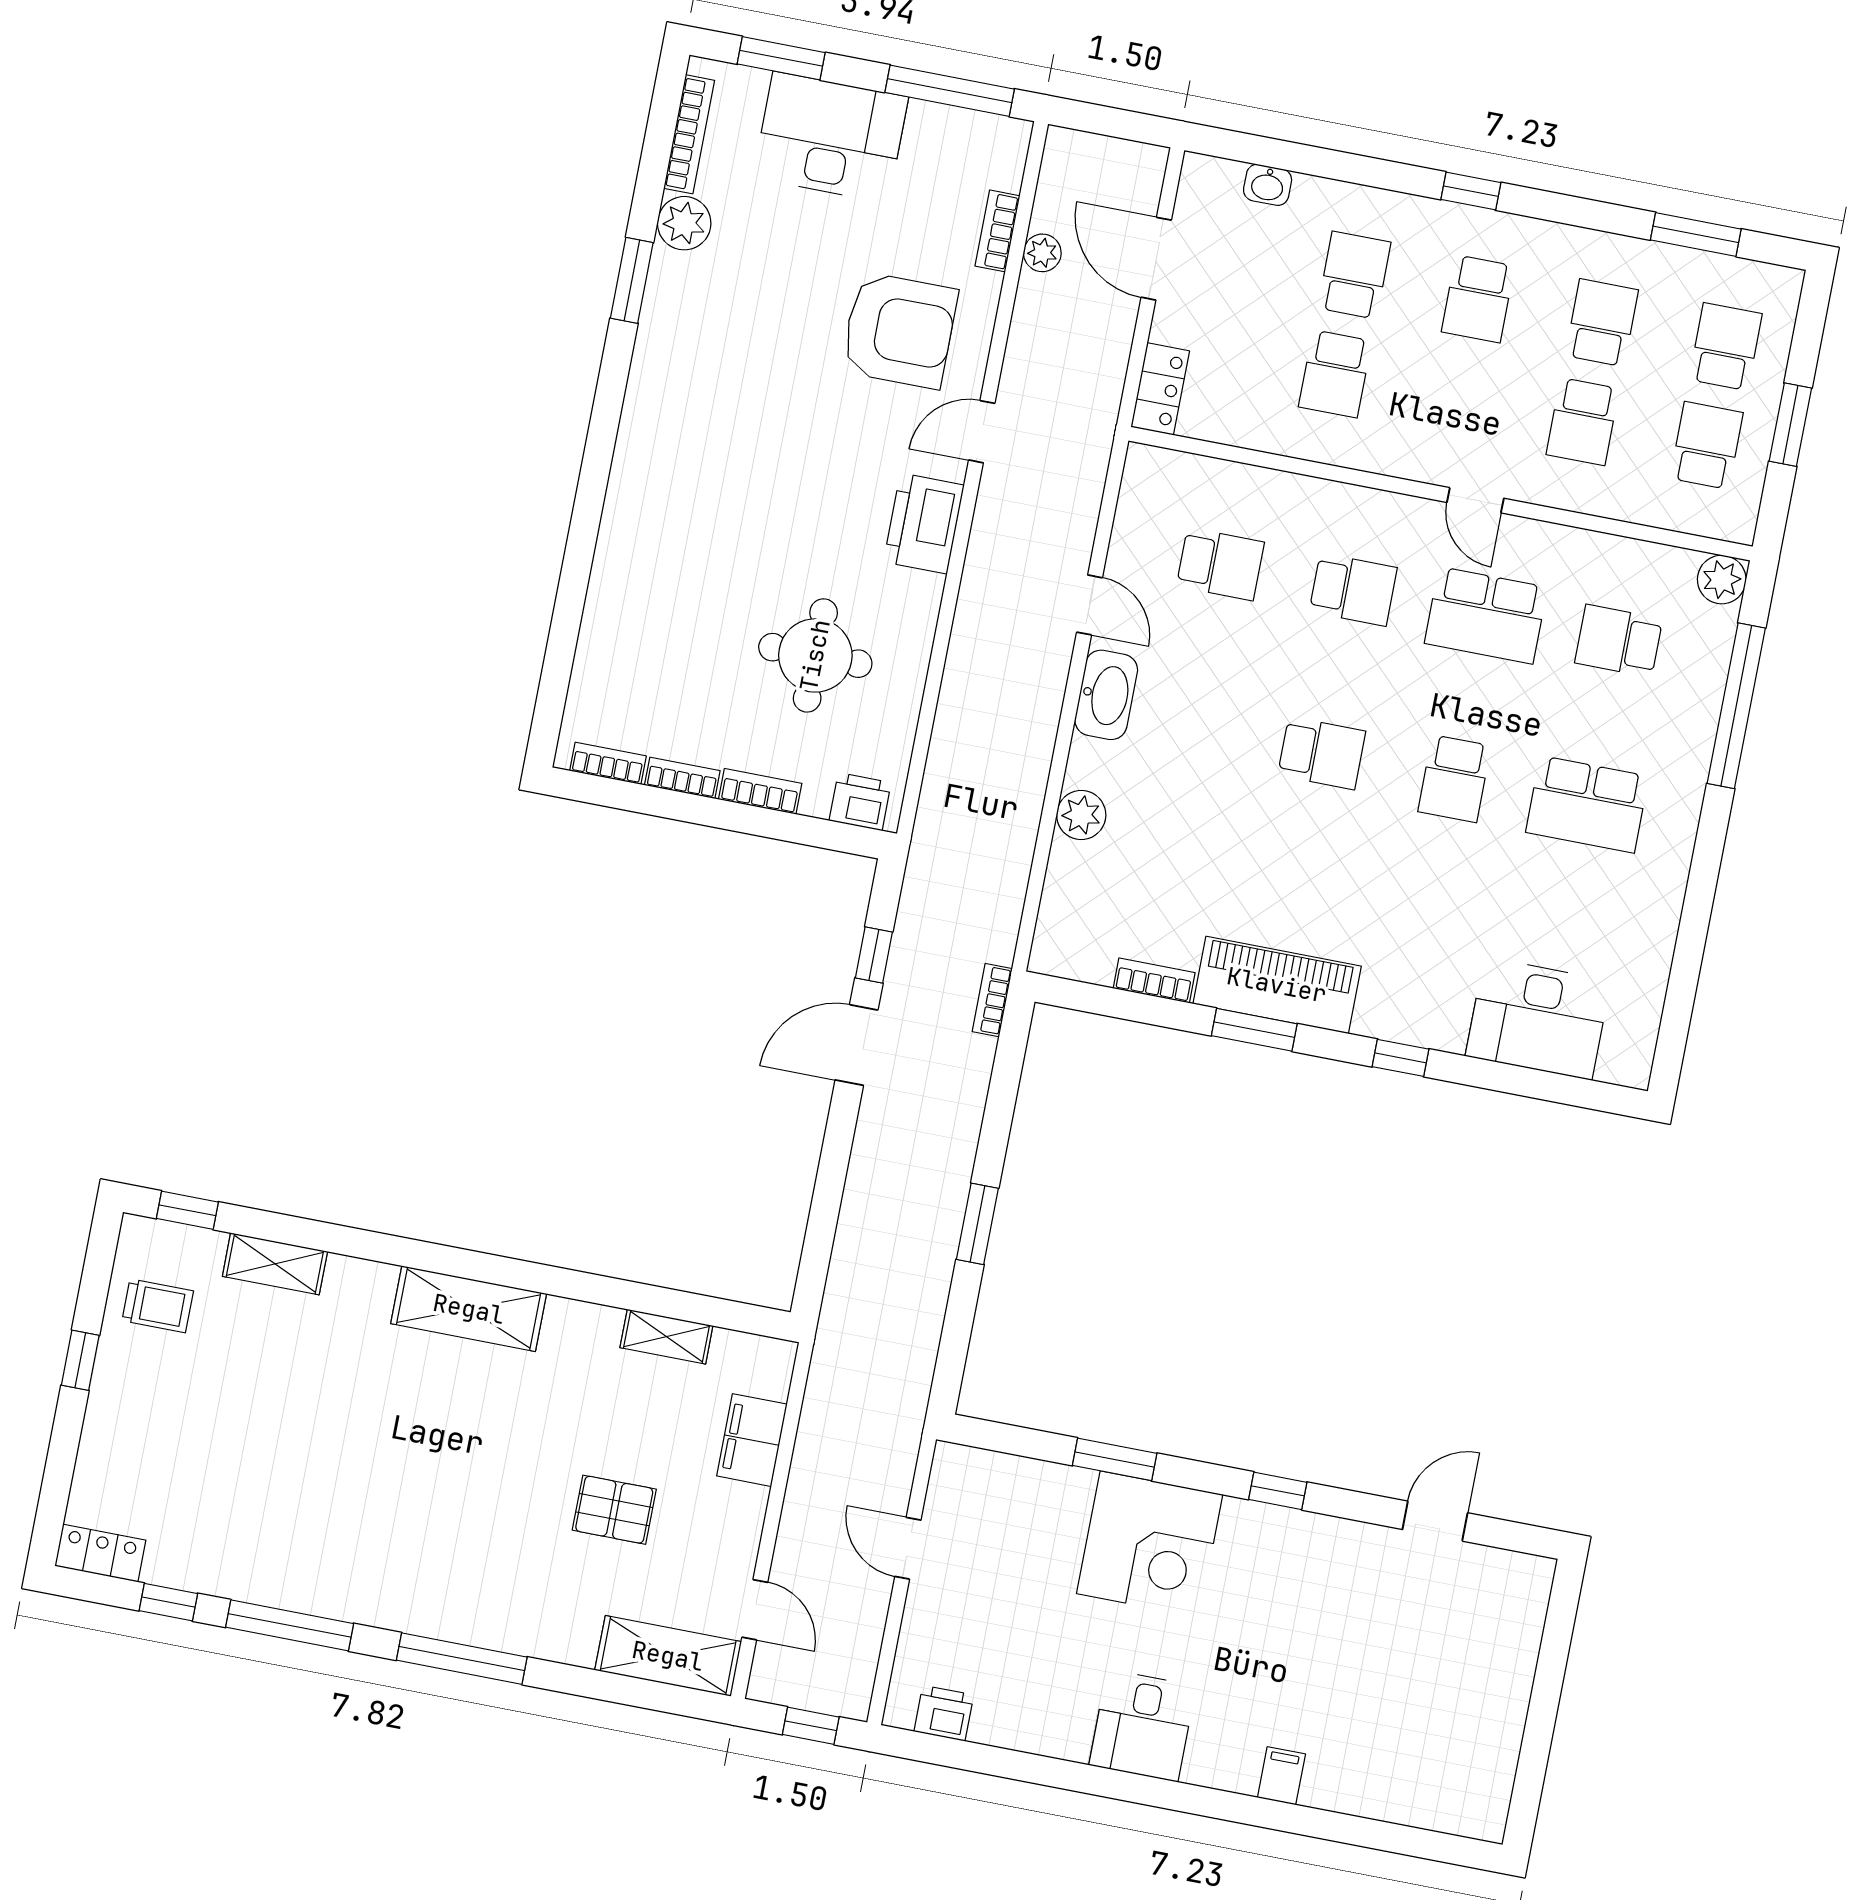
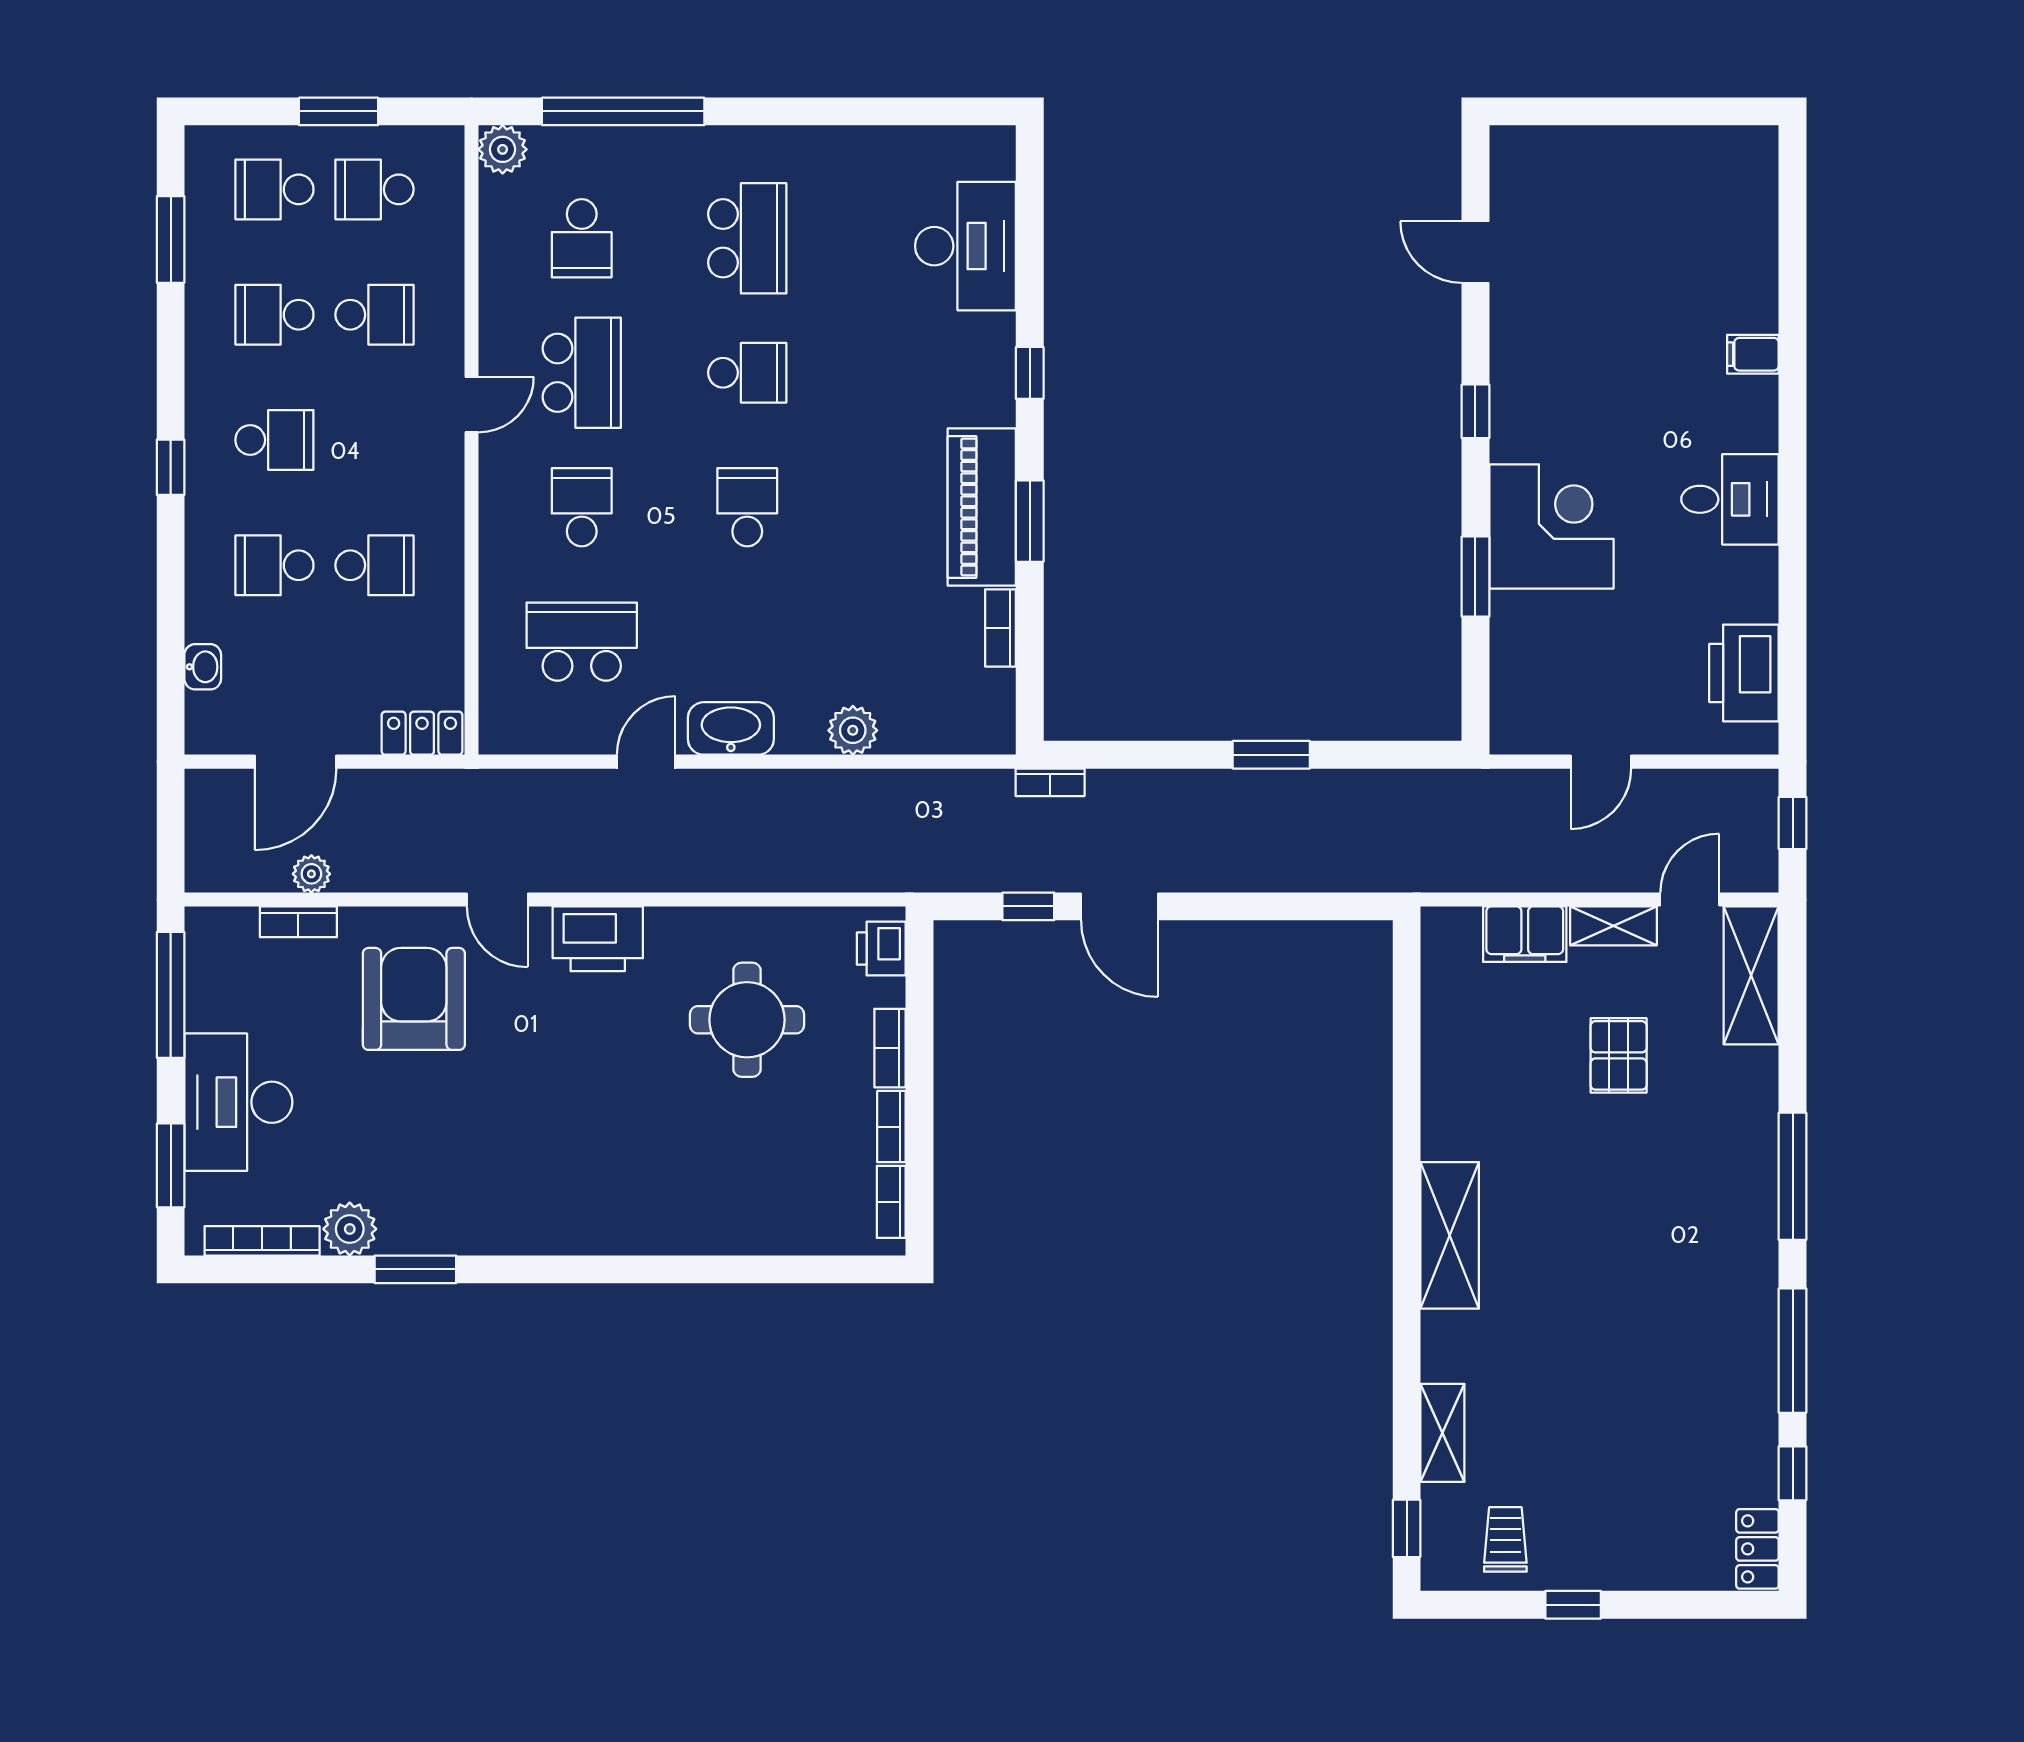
school desk: (1220, 564) -> (582, 642), width x1.85
shelving: (666, 1337) -> (1613, 926), moved, turned 90
printer: (944, 1713) -> (1744, 673), width x1.87, depth x1.48

